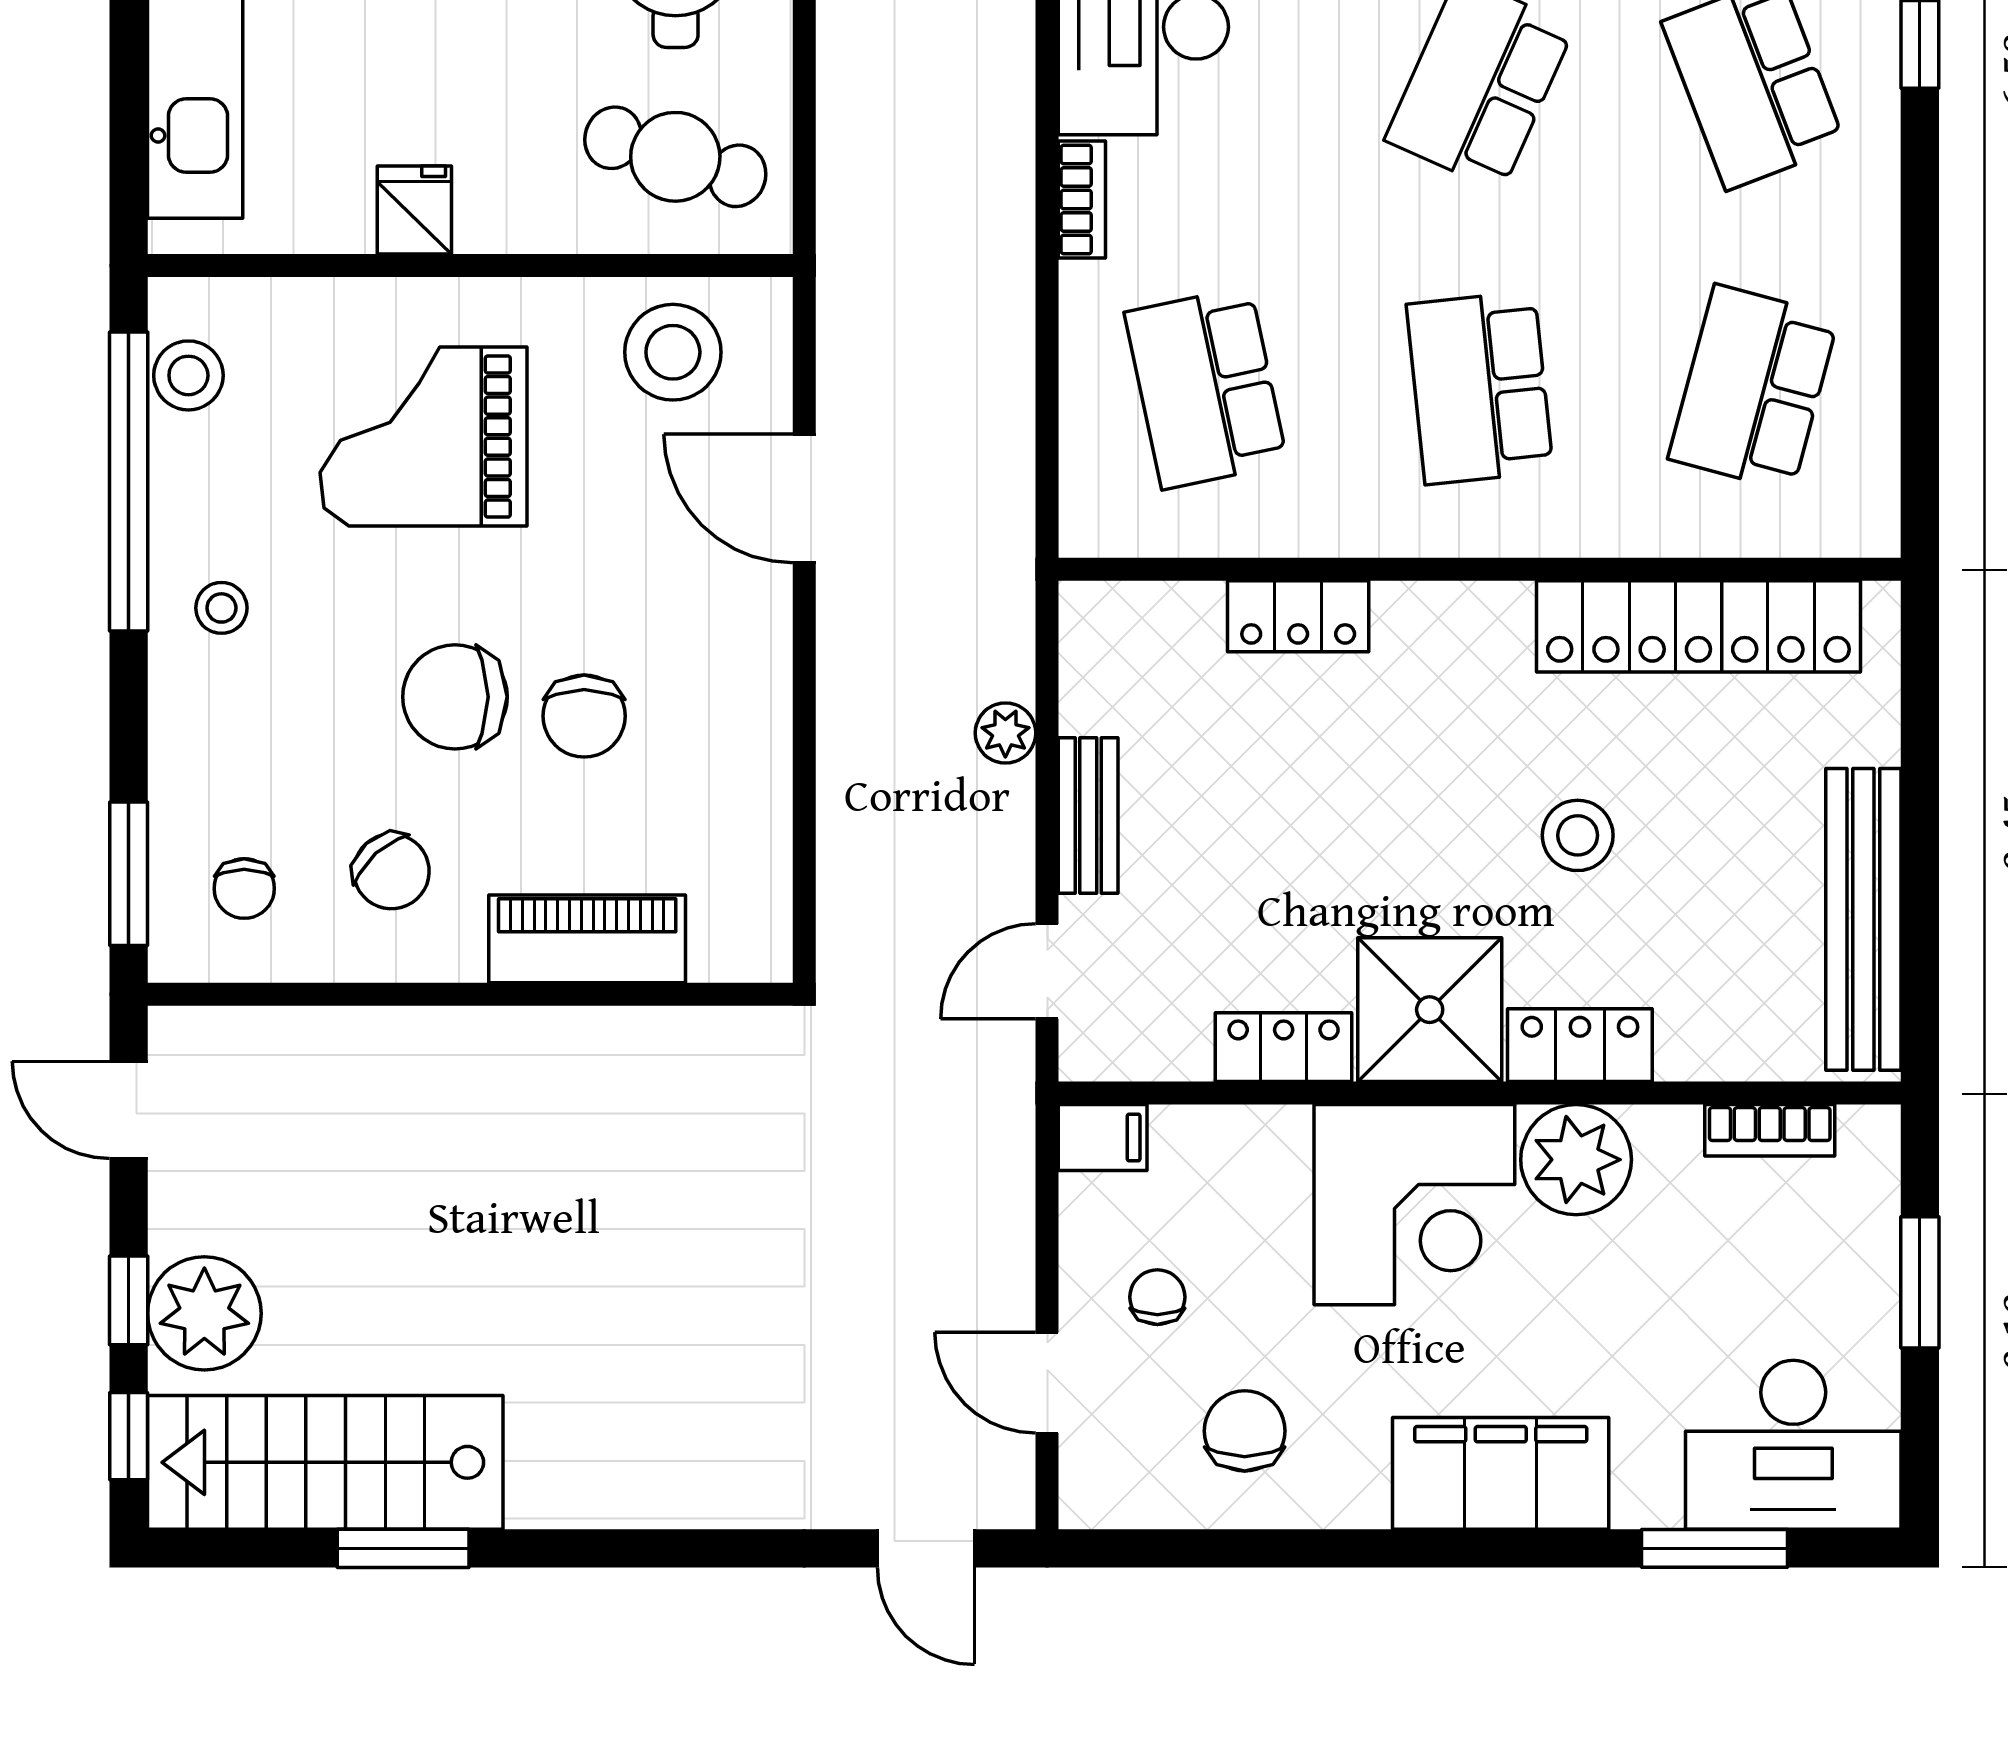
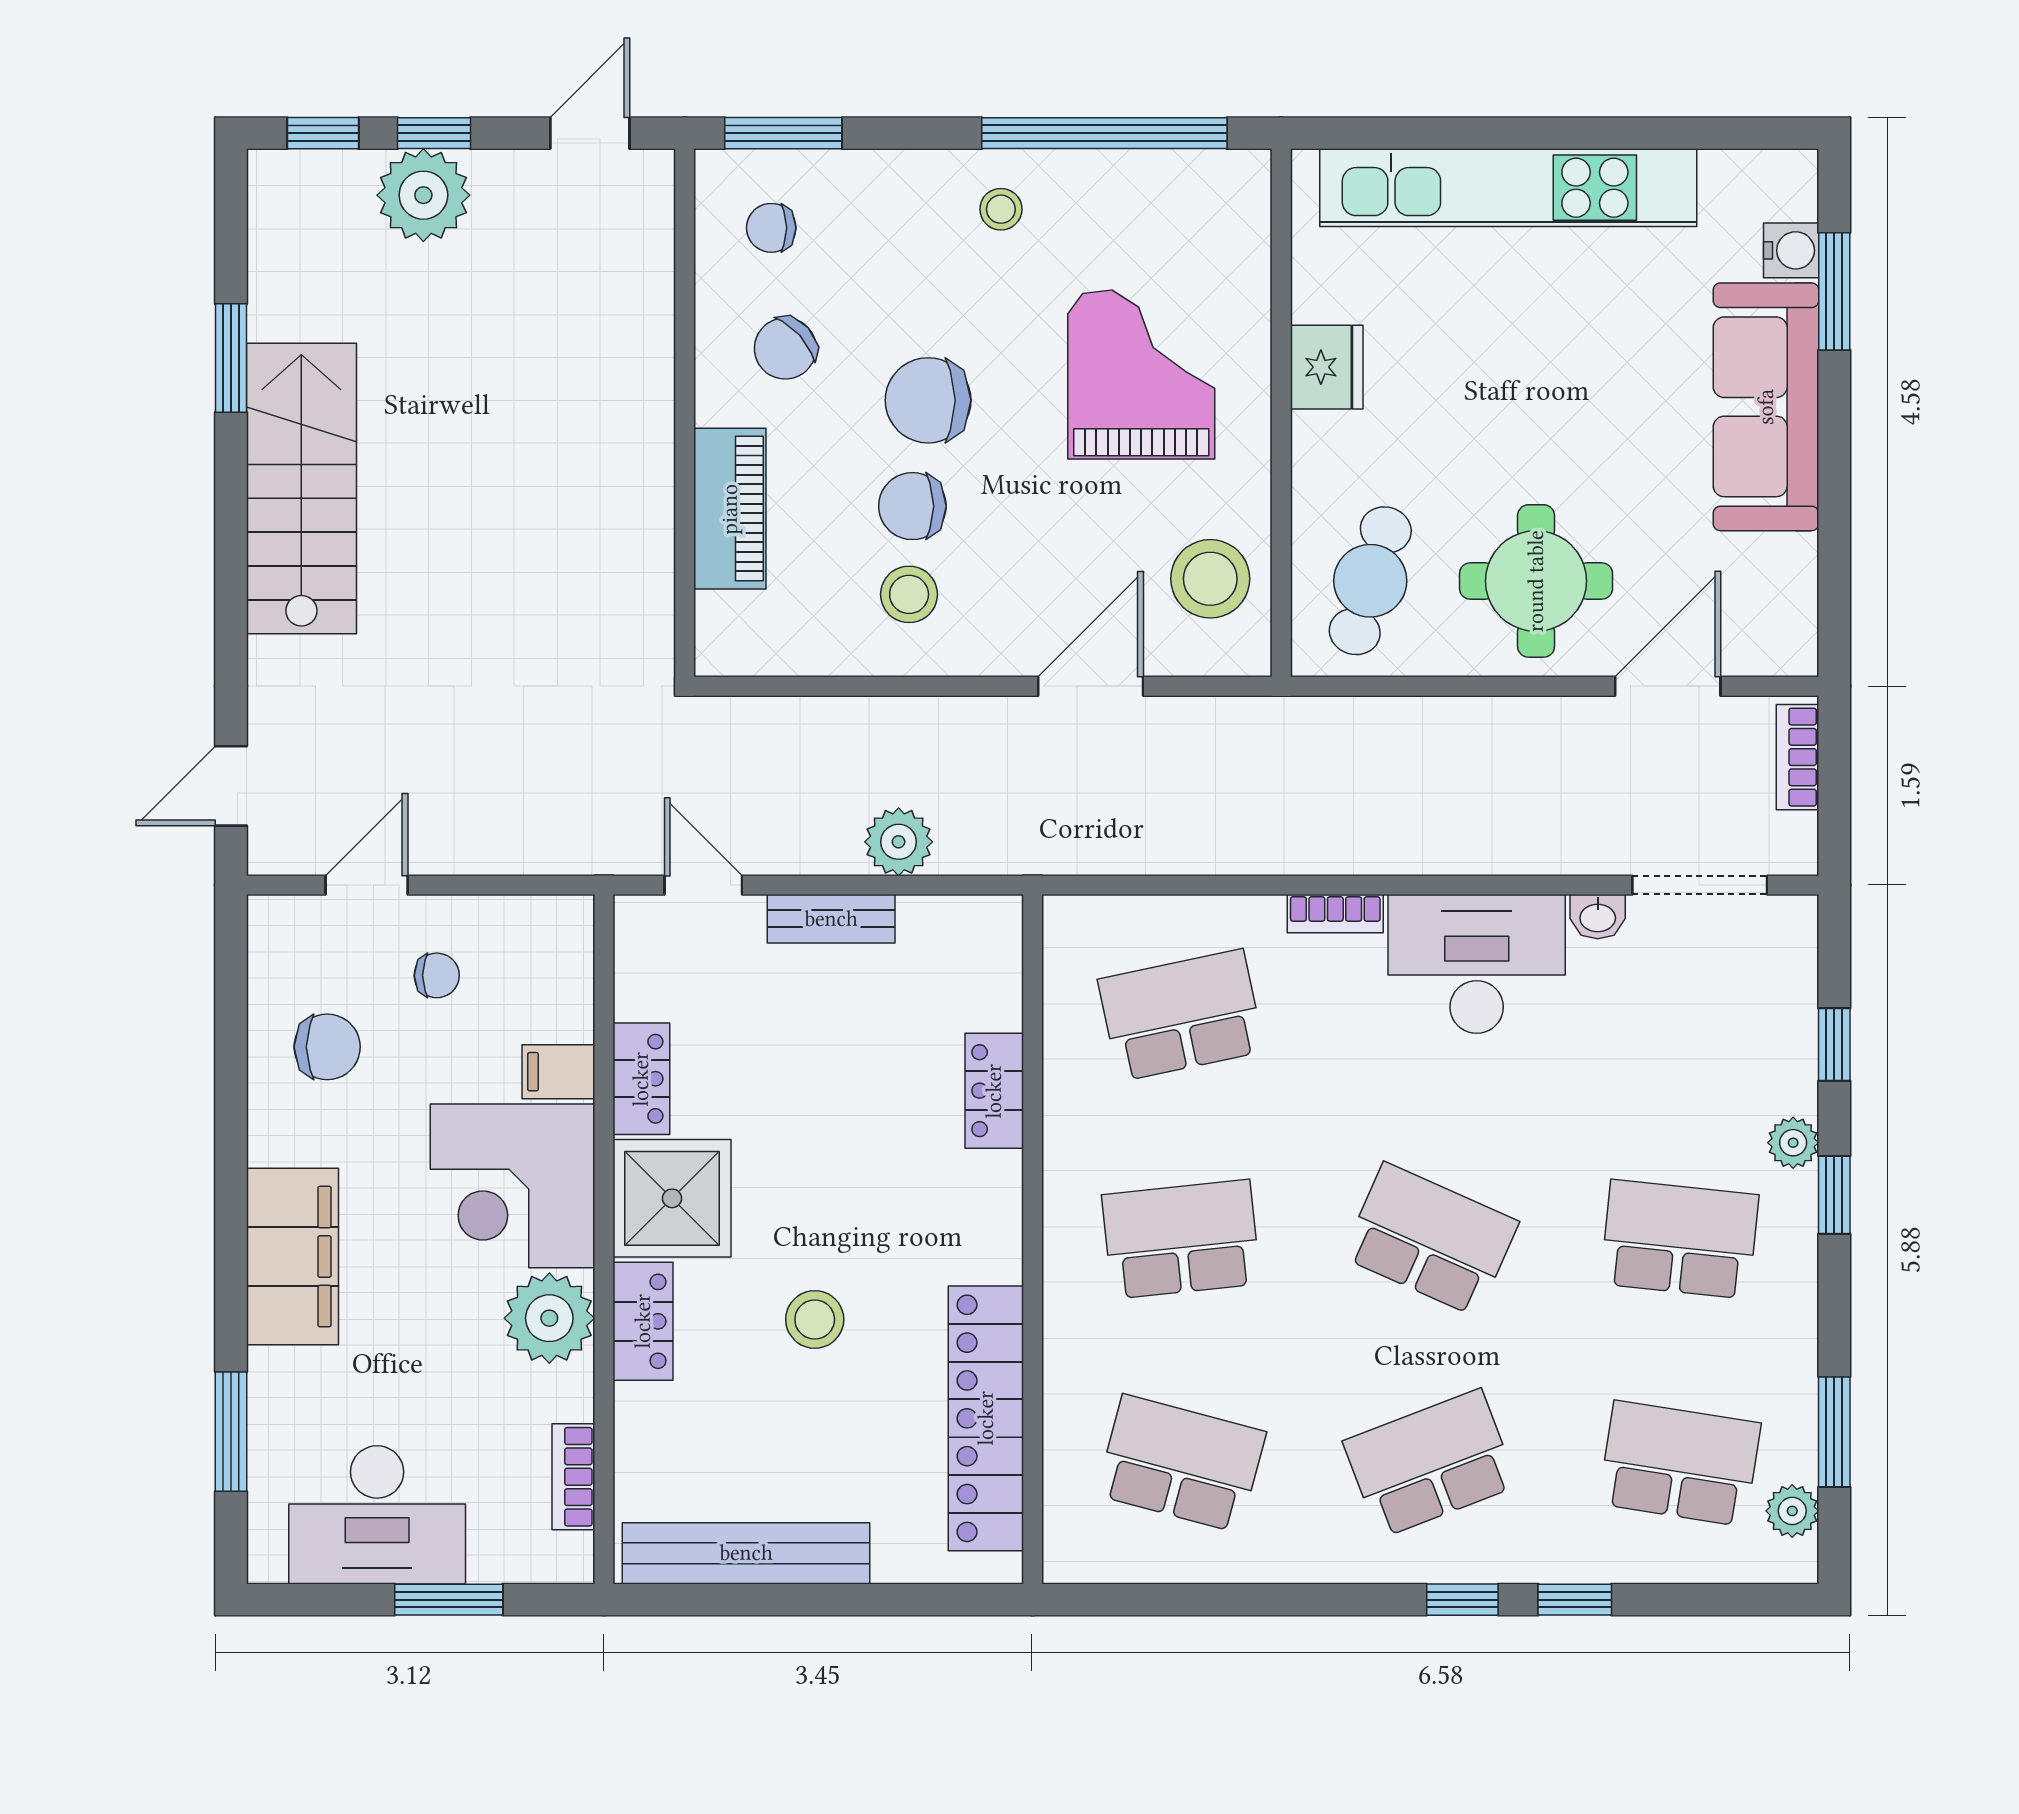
fridge: (414, 210) -> (1327, 367), width x1.38
stool: (188, 375) -> (909, 594), moved
chair: (455, 697) -> (928, 400), turned -90
plant: (1005, 733) -> (899, 842), width x1.38, depth x1.38
filing cabinet: (1103, 1137) -> (558, 1072), moved, turned 90
desk: (1793, 1445) -> (377, 1515), moved, turned -90
stairs: (325, 1462) -> (301, 489), moved

